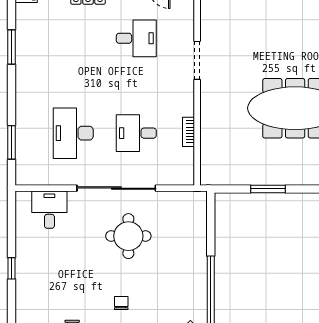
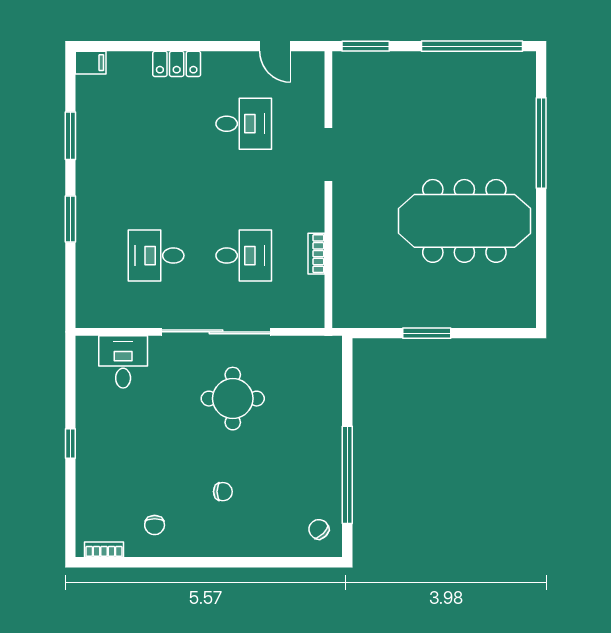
desk: (73, 133) -> (156, 256), width x0.73
desk: (136, 133) -> (244, 256), turned 180
window: (11, 142) -> (70, 219), moved
chair: (121, 303) -> (223, 492), turned 90

